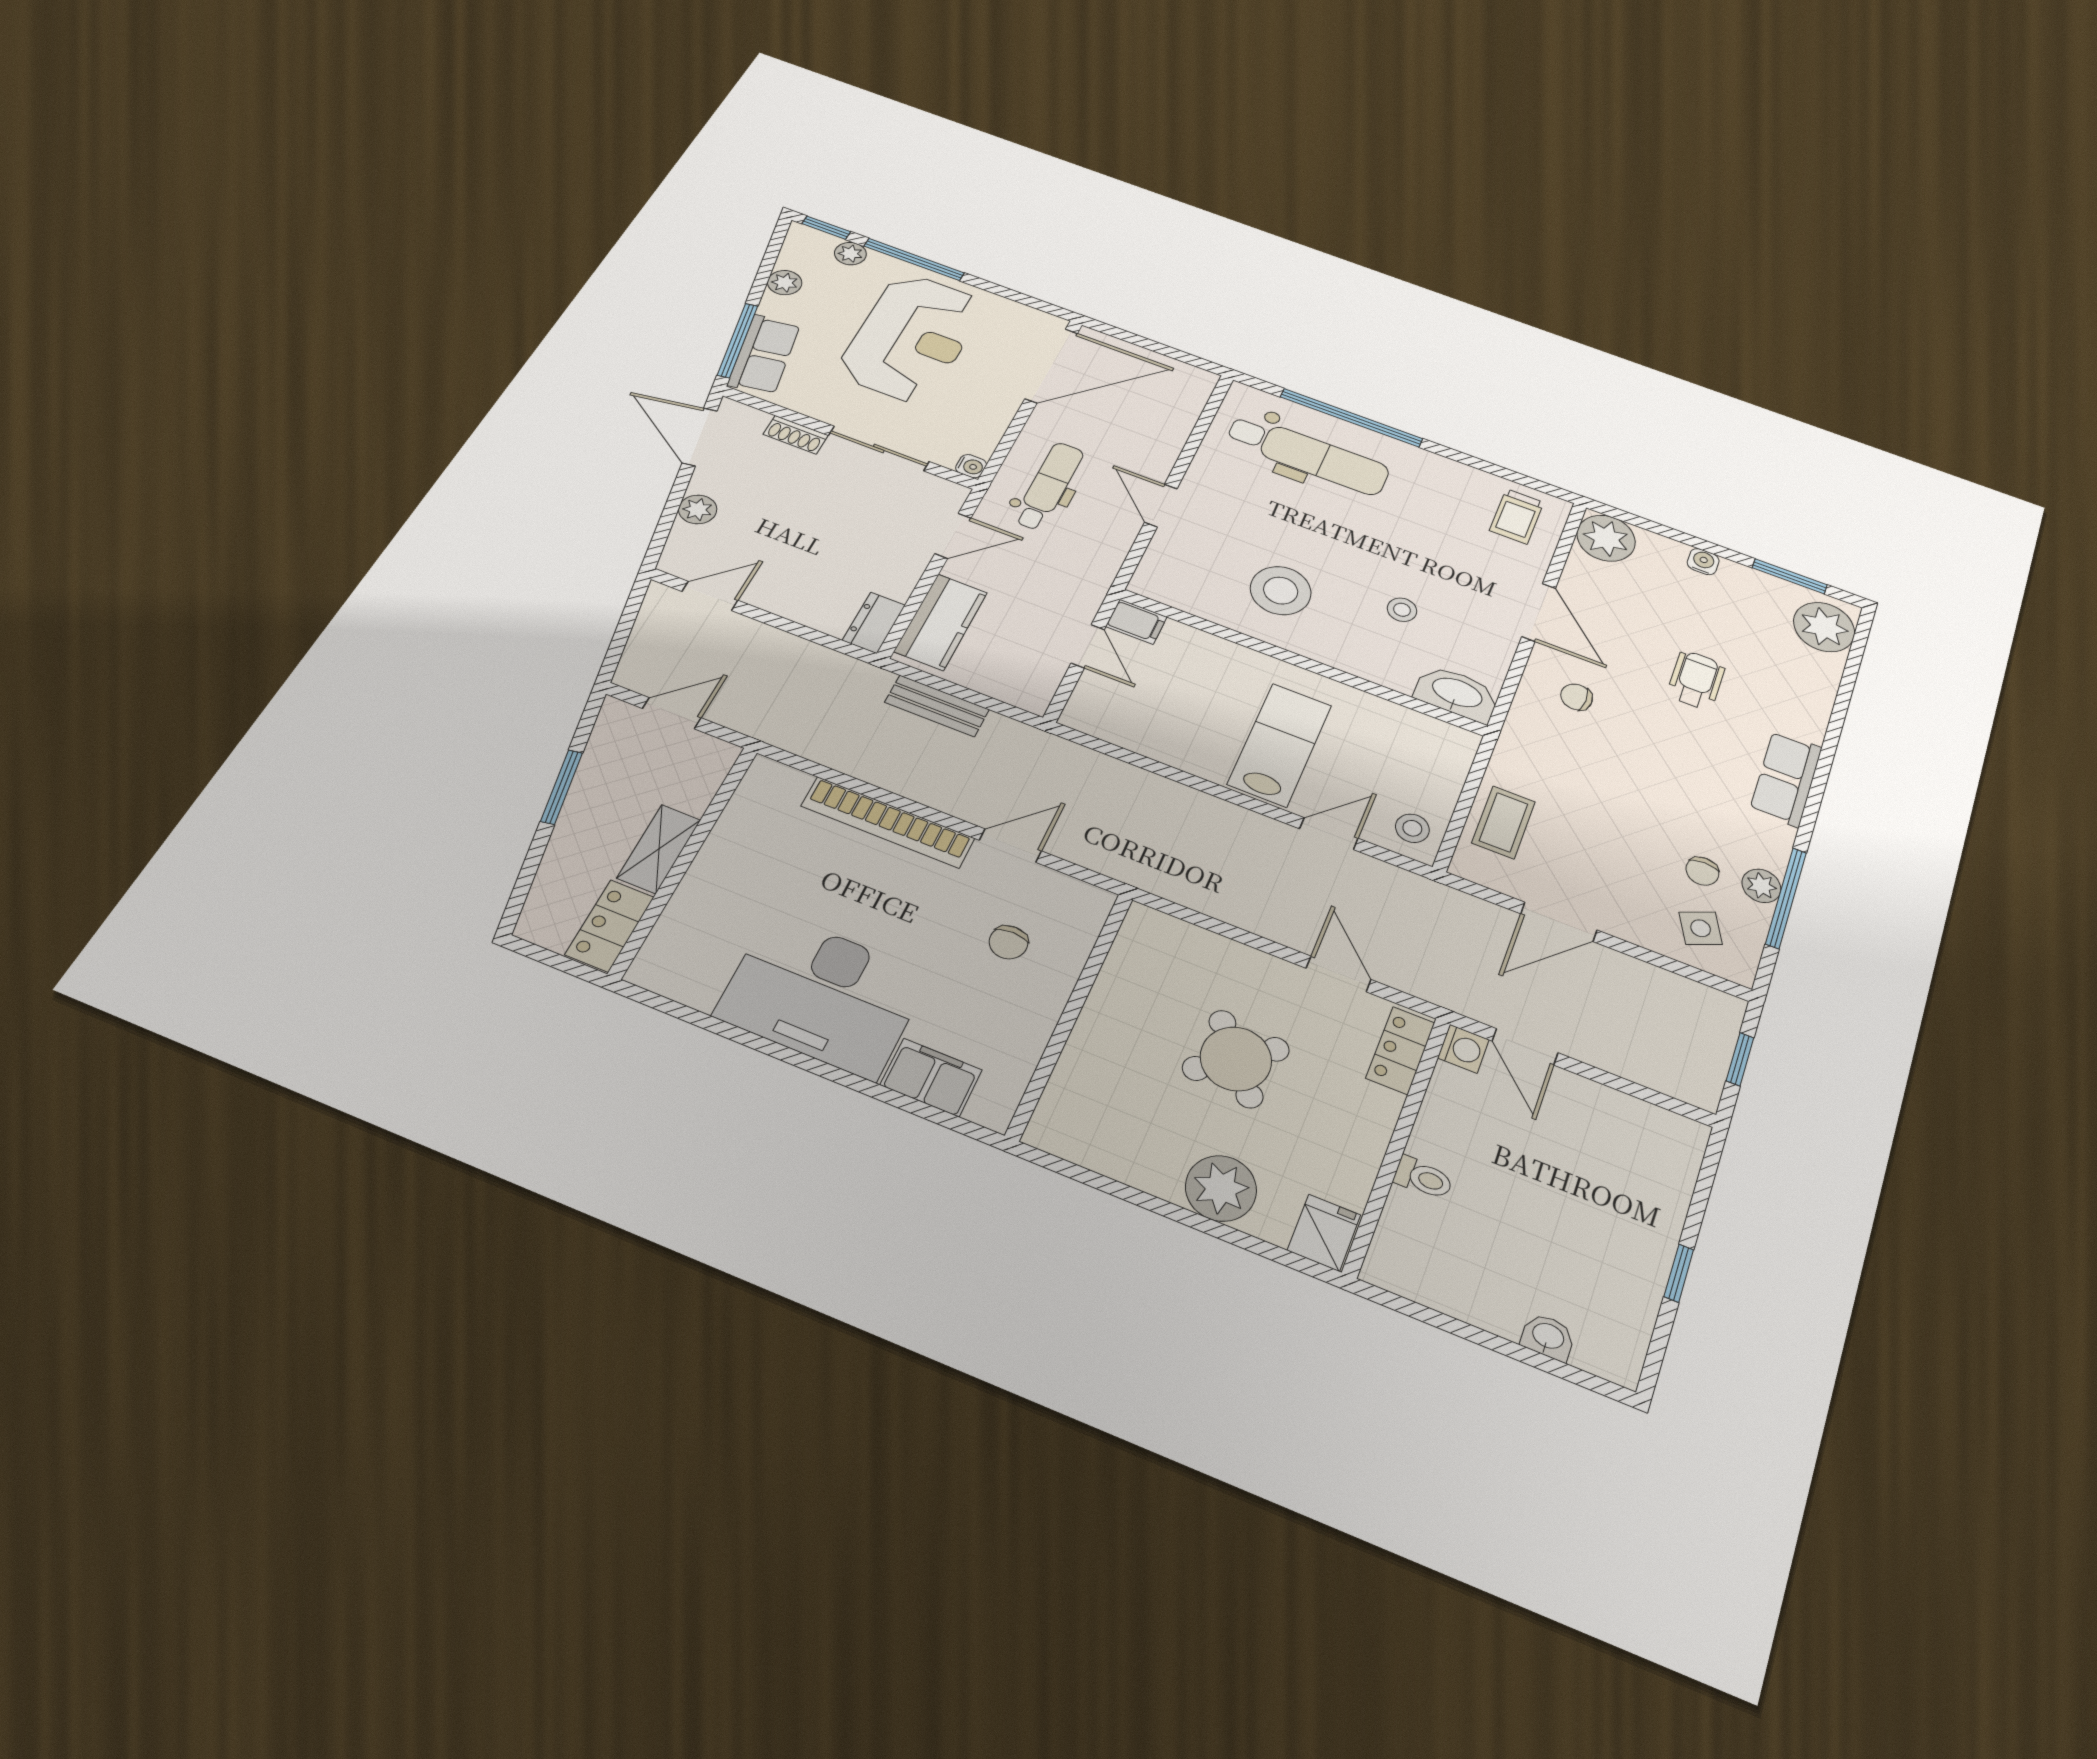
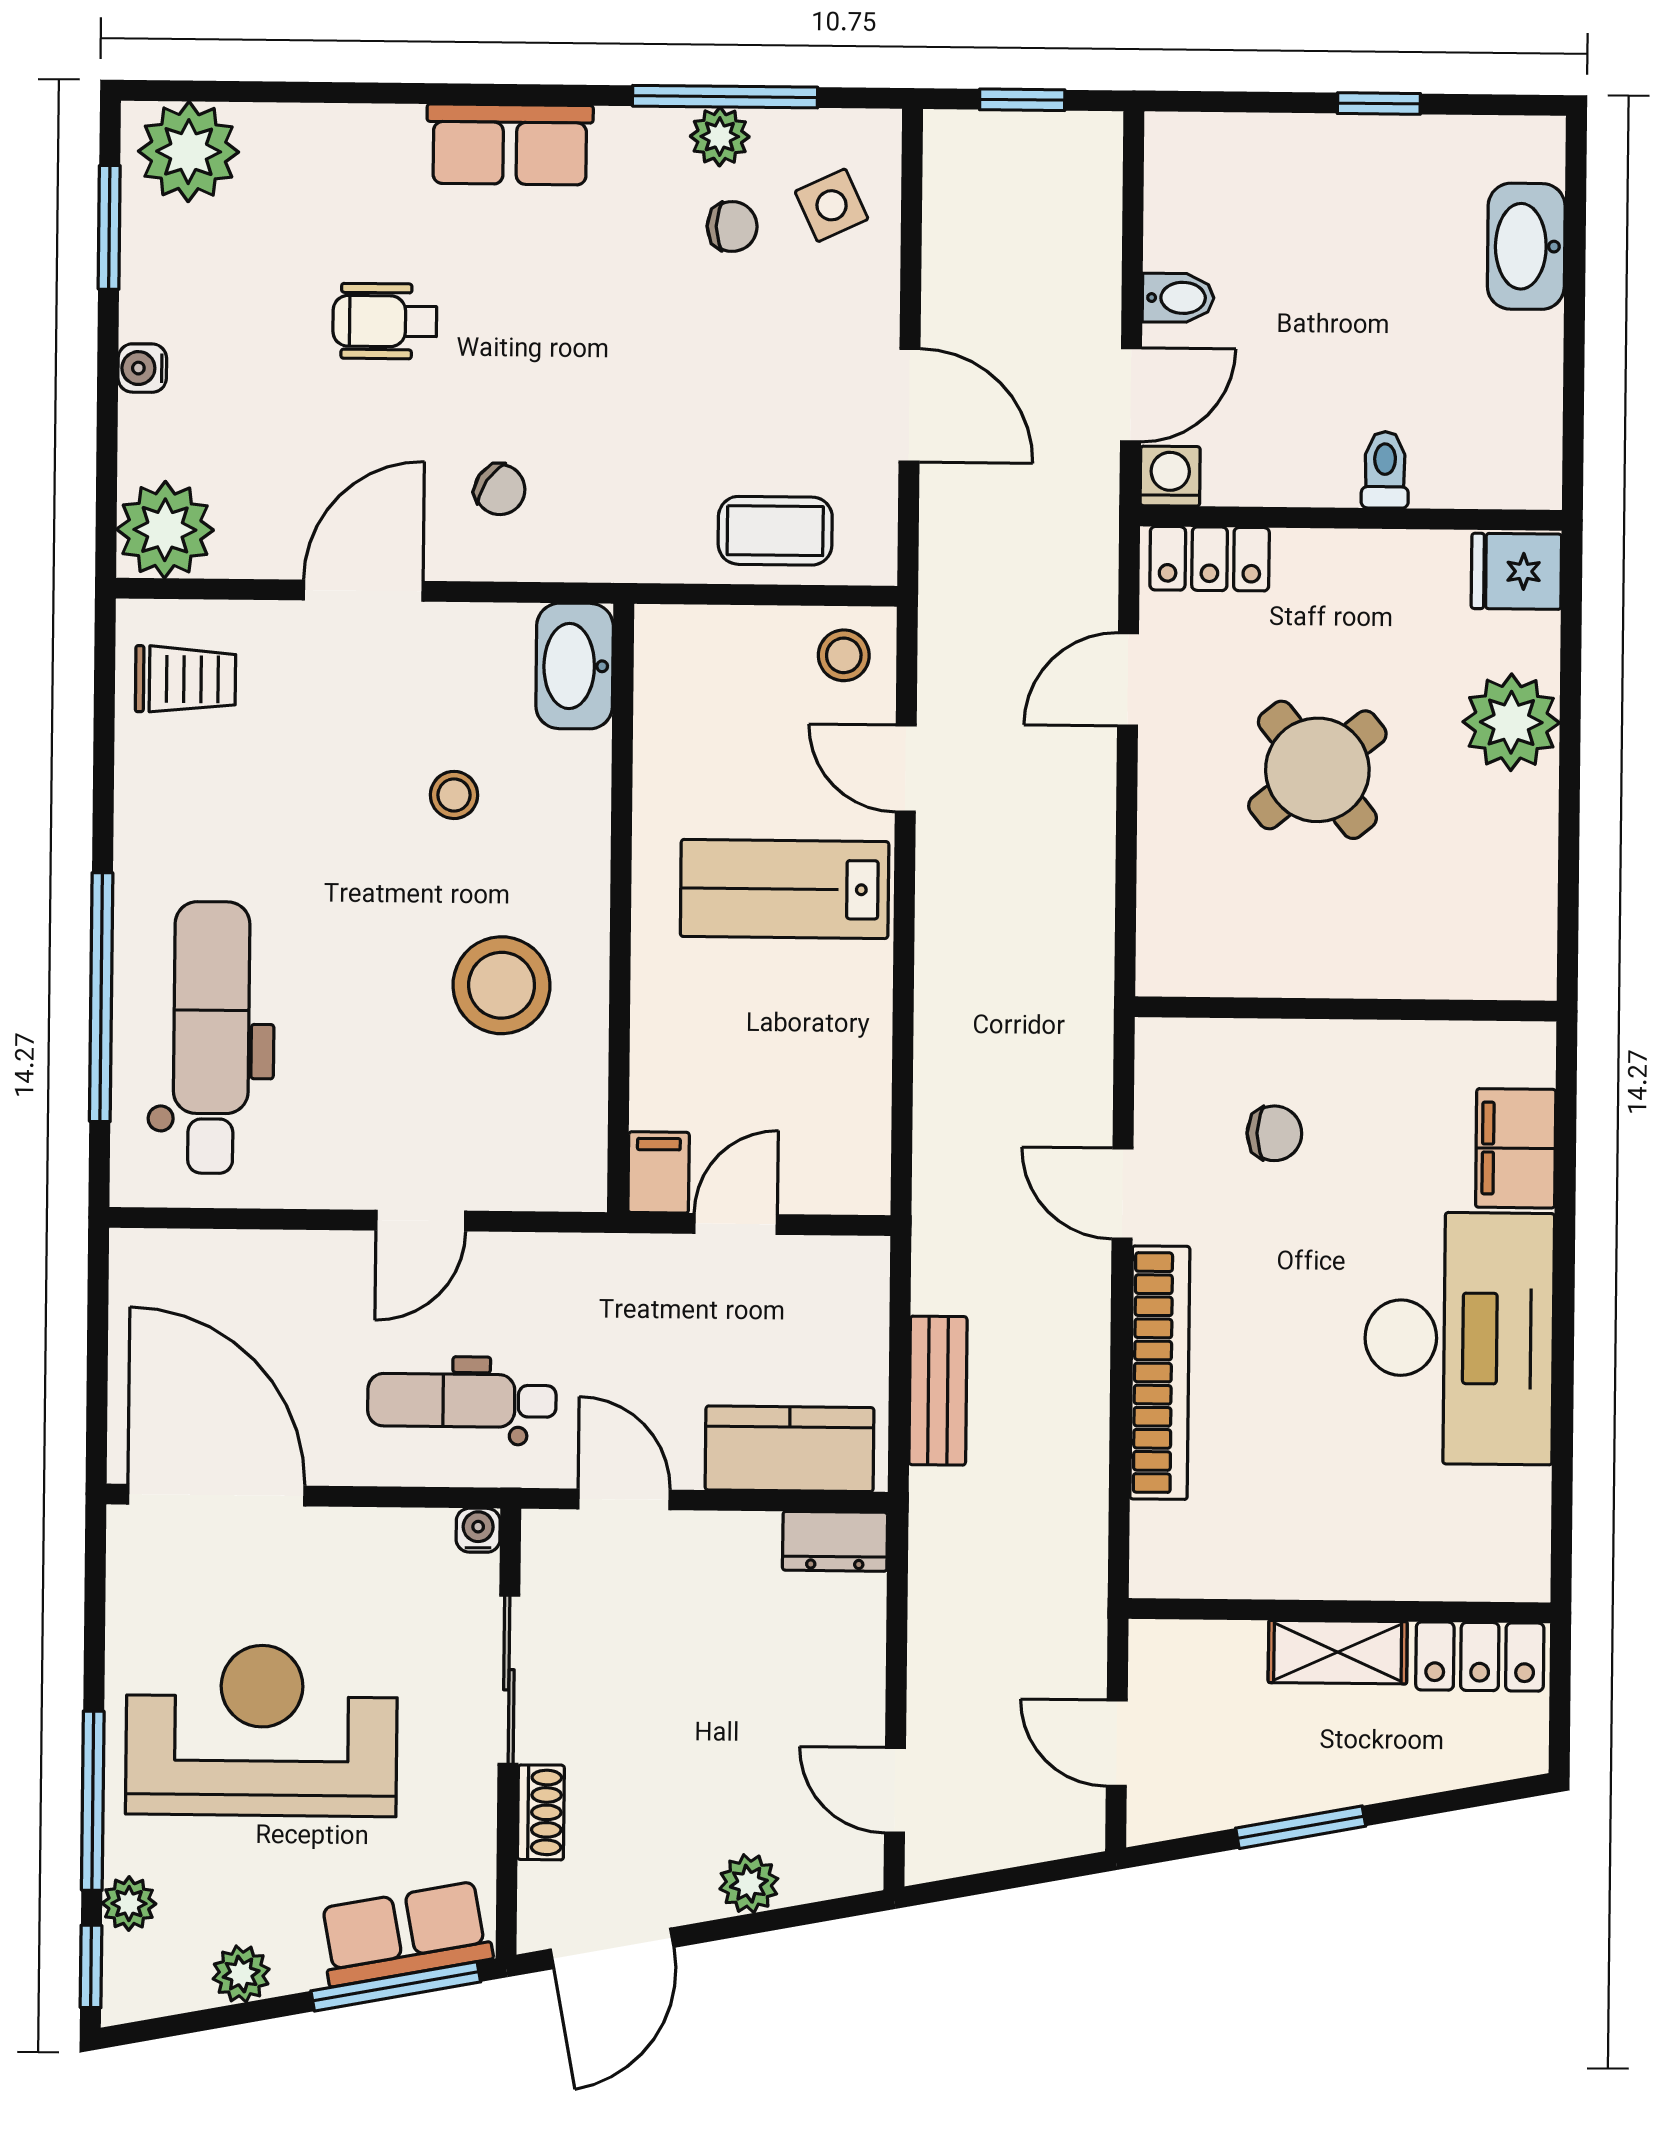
chair: (1577, 697) -> (500, 490), turned -58
bidet: (1581, 1099) -> (1178, 298), added
washbasin: (1548, 1337) -> (1526, 246), width x1.91, depth x1.45

